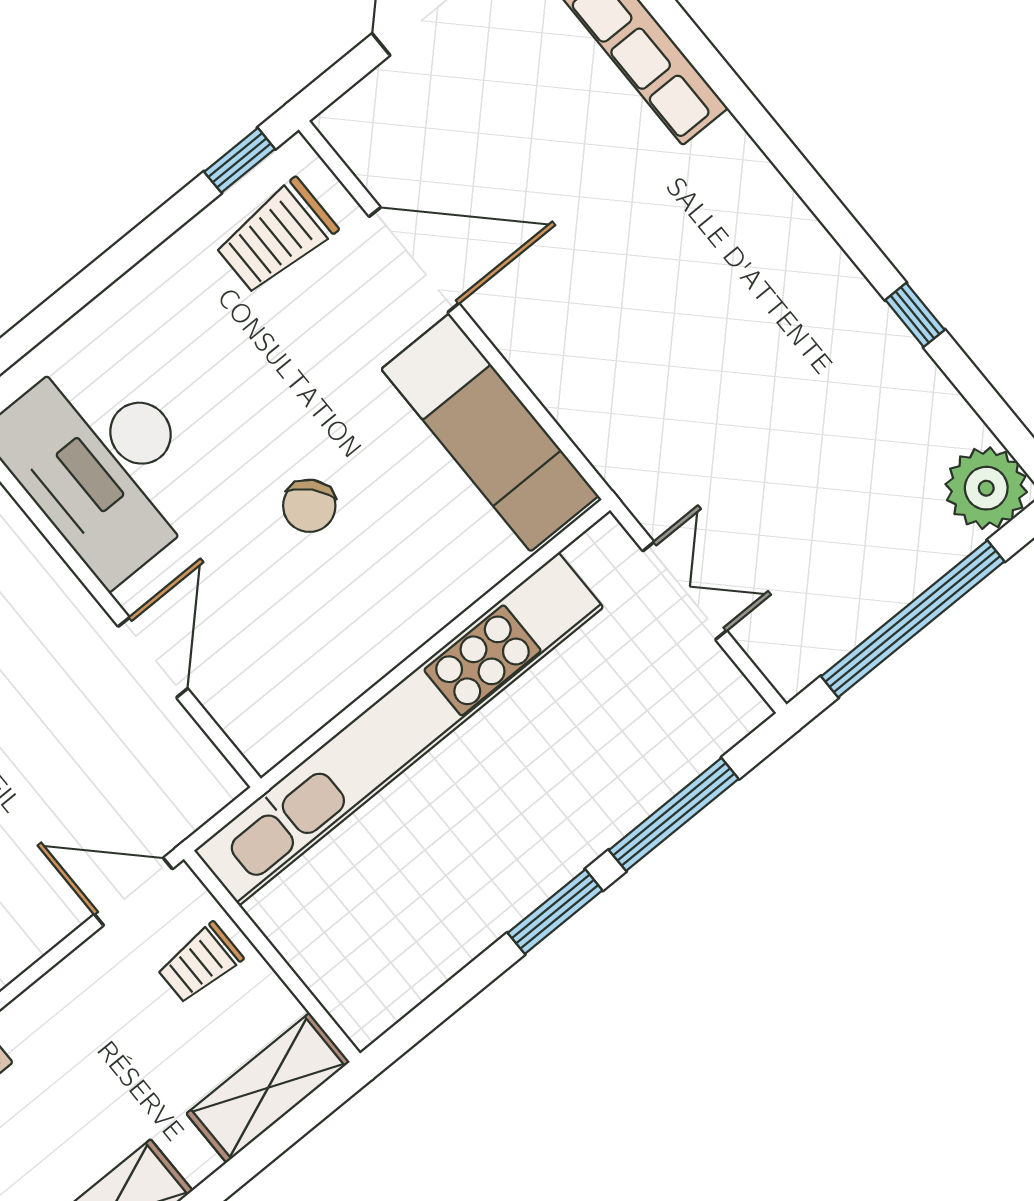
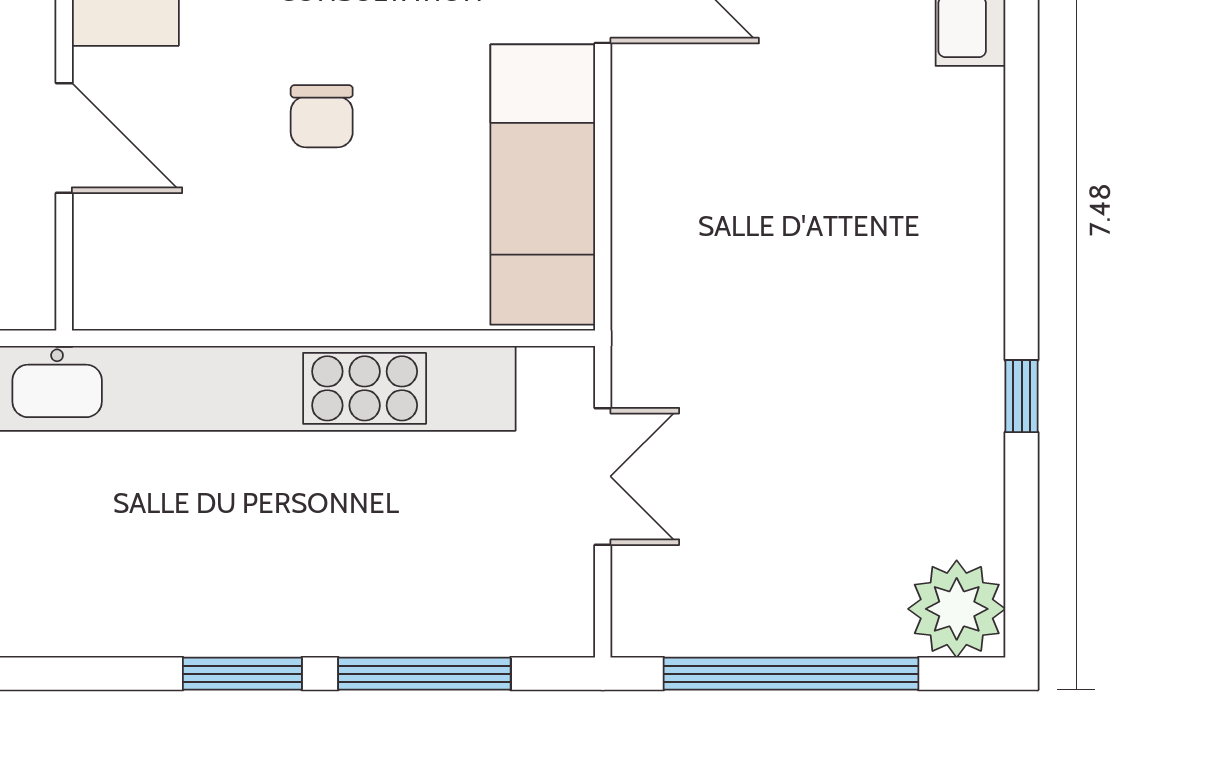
chair: (309, 506) -> (322, 116), turned -48
door: (153, 657) -> (64, 138), hinge flipped

